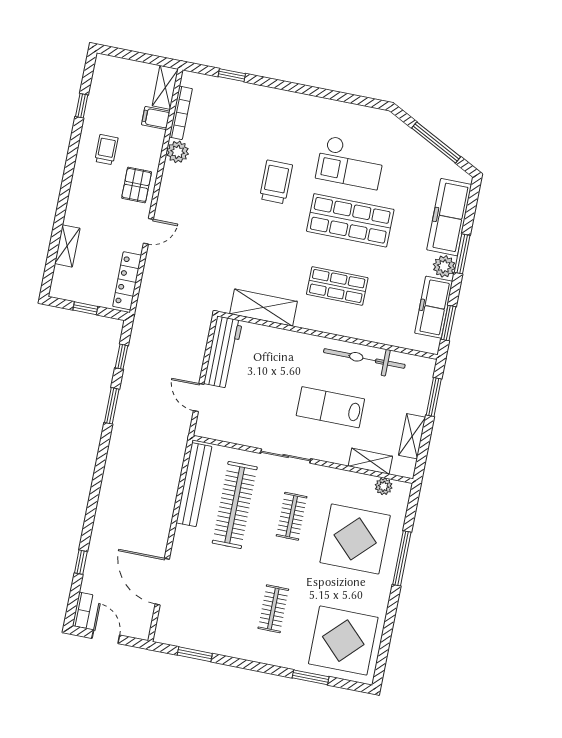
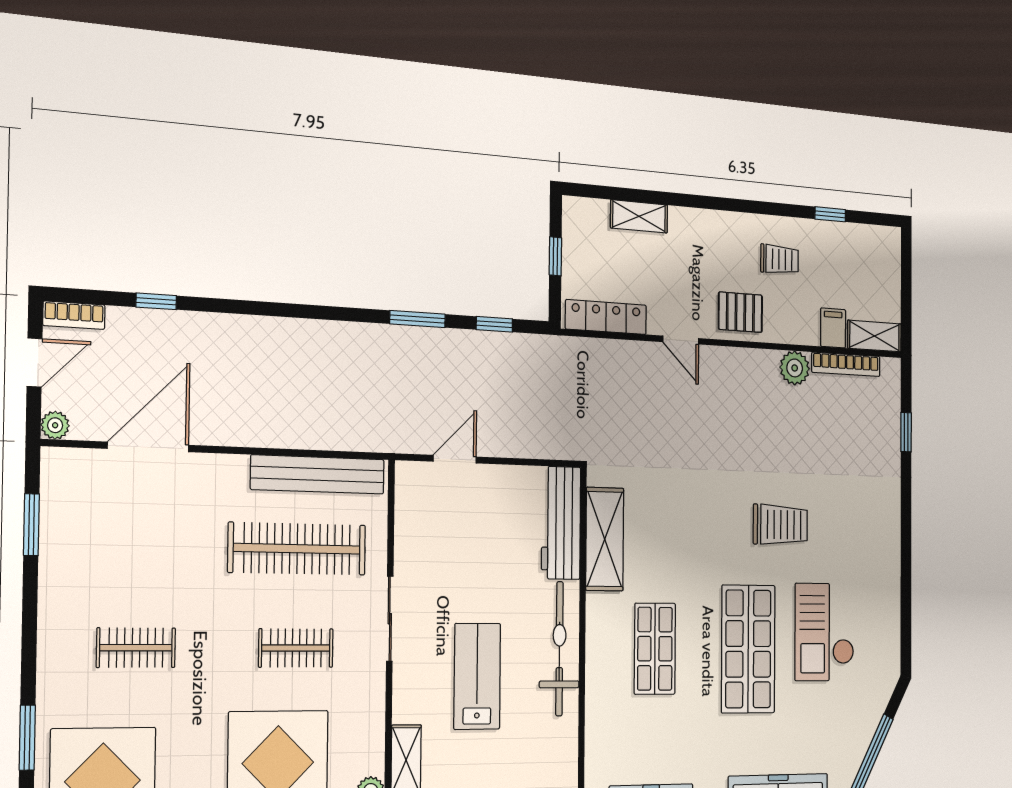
workbench: (223, 352) -> (561, 523), moved, turned 90
bicycle: (364, 358) -> (559, 649), moved
plant: (142, 632) -> (55, 425), added

